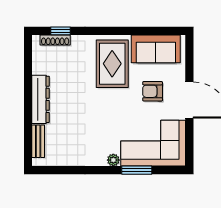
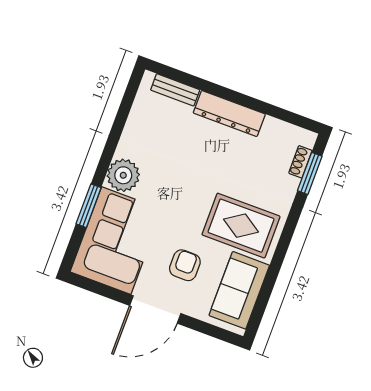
window: (61, 31) -> (310, 173), width x1.50
shoe rack: (55, 40) -> (300, 162), width x0.70
plant: (113, 160) -> (123, 175), width x1.88, depth x1.88

